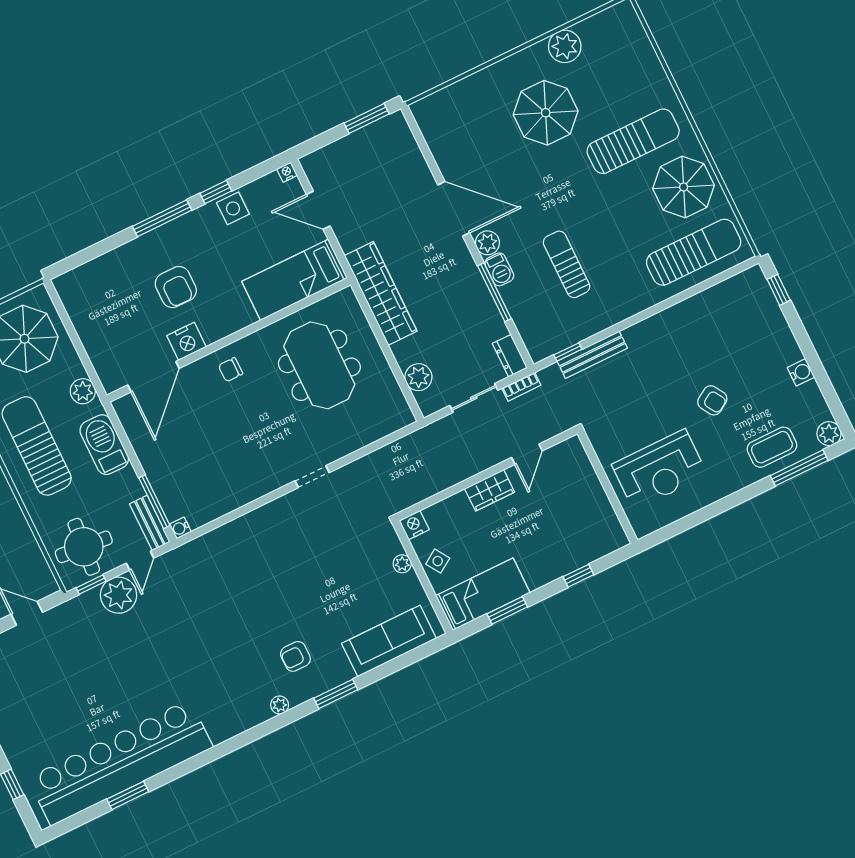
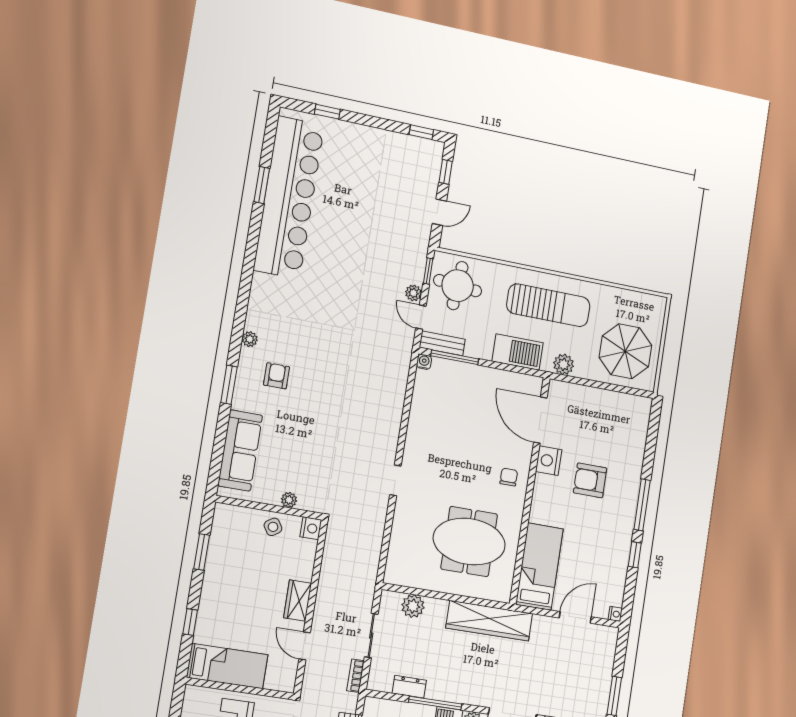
side table: (233, 208) -> (616, 559), removed
dresser: (510, 356) -> (409, 687), moved
bed: (483, 594) -> (227, 666), moved, turned -90
plant: (119, 595) -> (413, 293), width x0.53, depth x0.53

